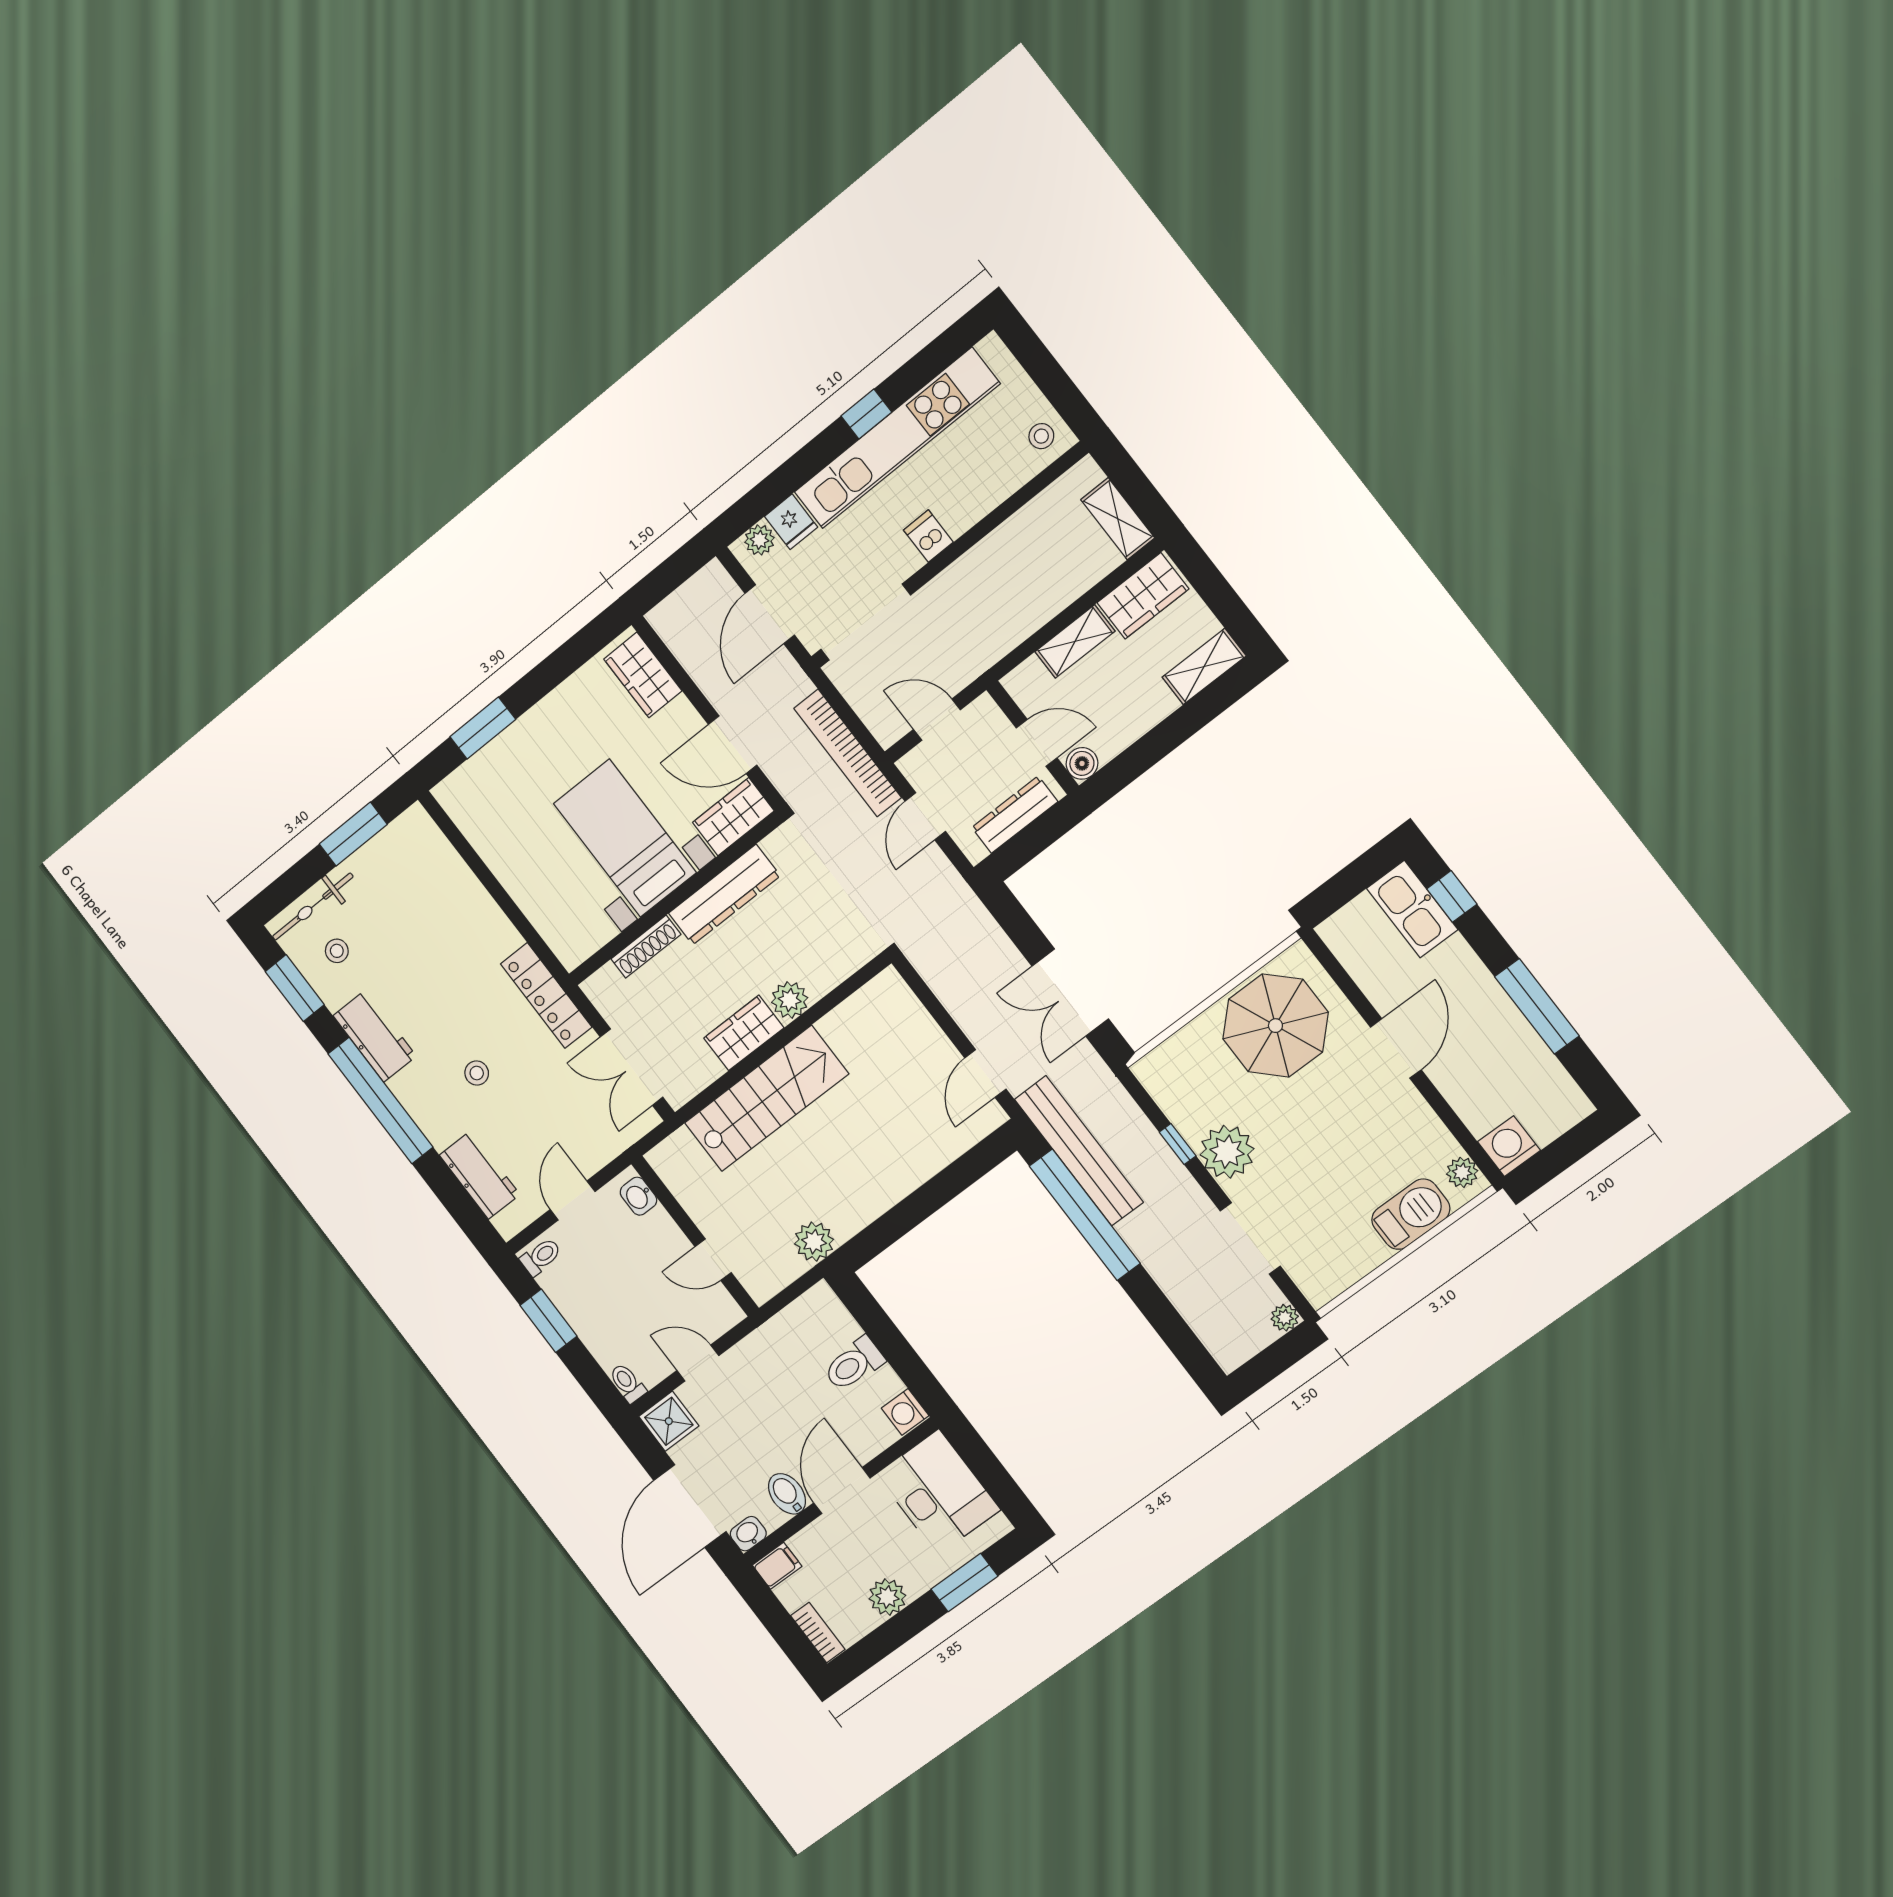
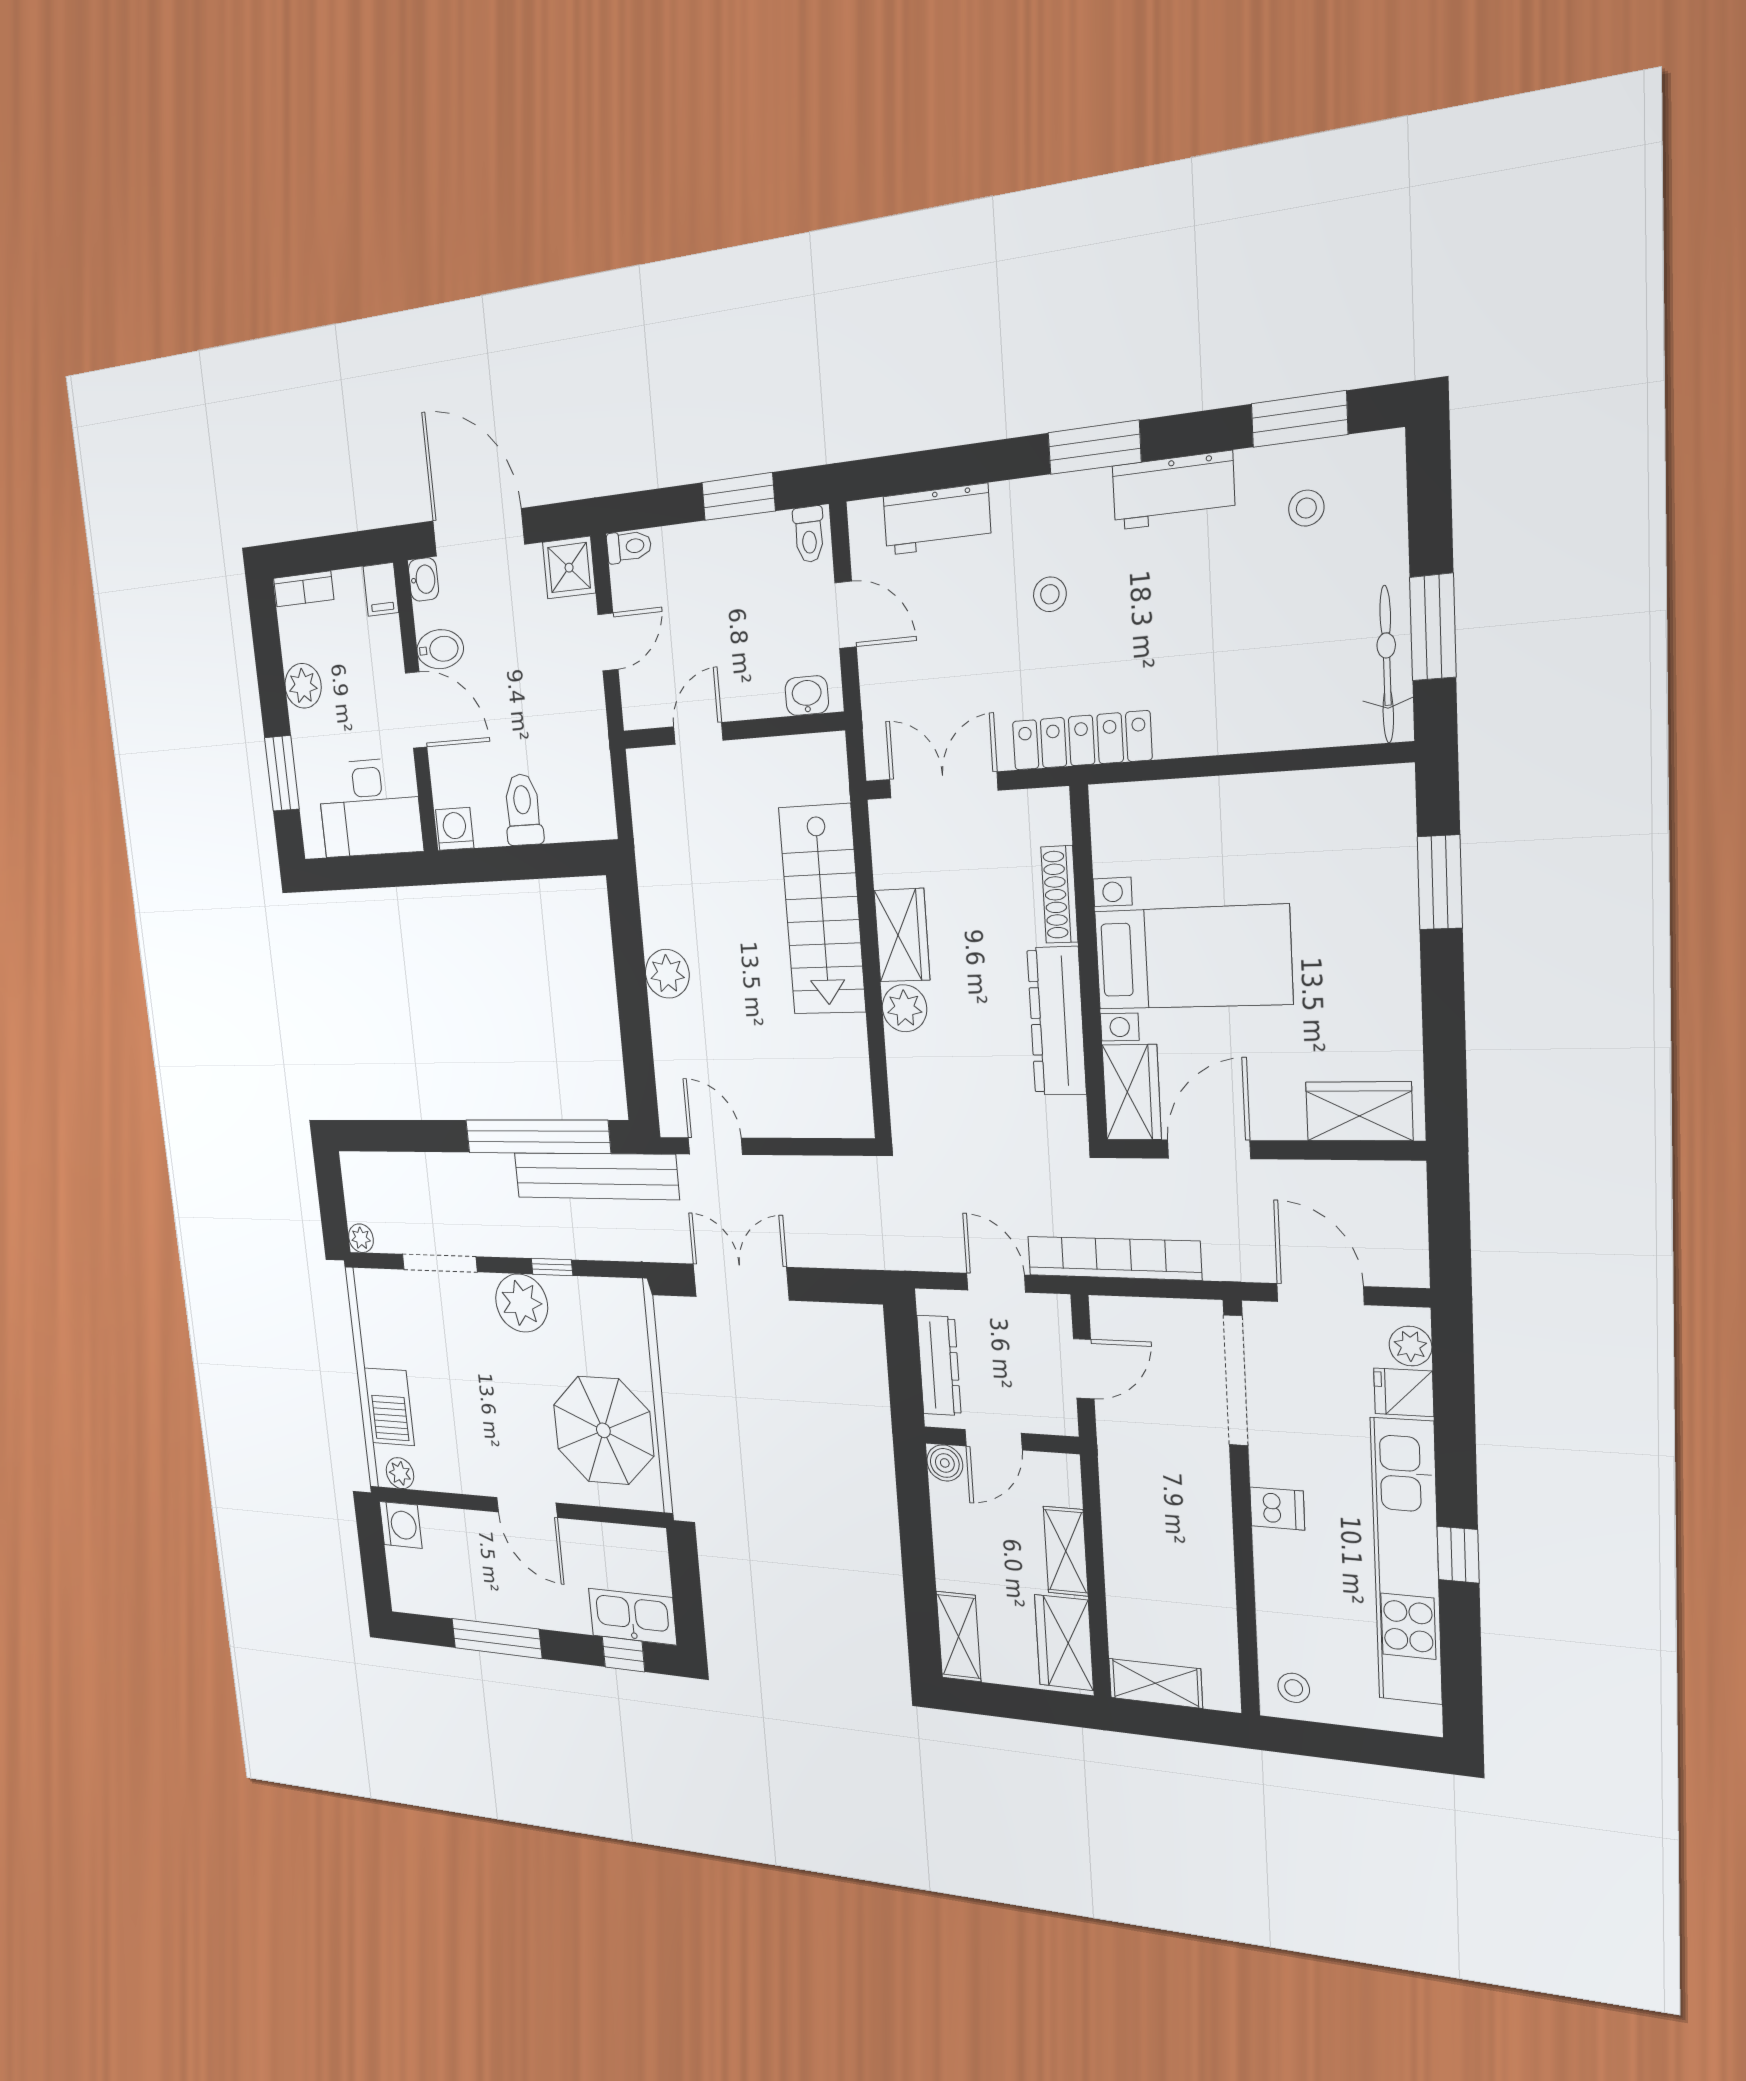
bicycle: (313, 907) -> (1387, 664), moved
window: (380, 1100) -> (1094, 447), width x0.47
plant: (814, 1242) -> (667, 974), moved

